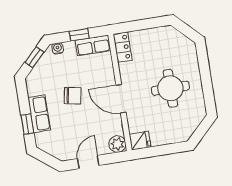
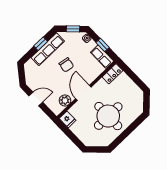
round table: (170, 88) -> (108, 116), width x1.36, depth x1.36
row of seats: (39, 114) -> (48, 49), width x1.48
window: (27, 124) -> (41, 44), moved
plant: (117, 144) -> (65, 100), moved

